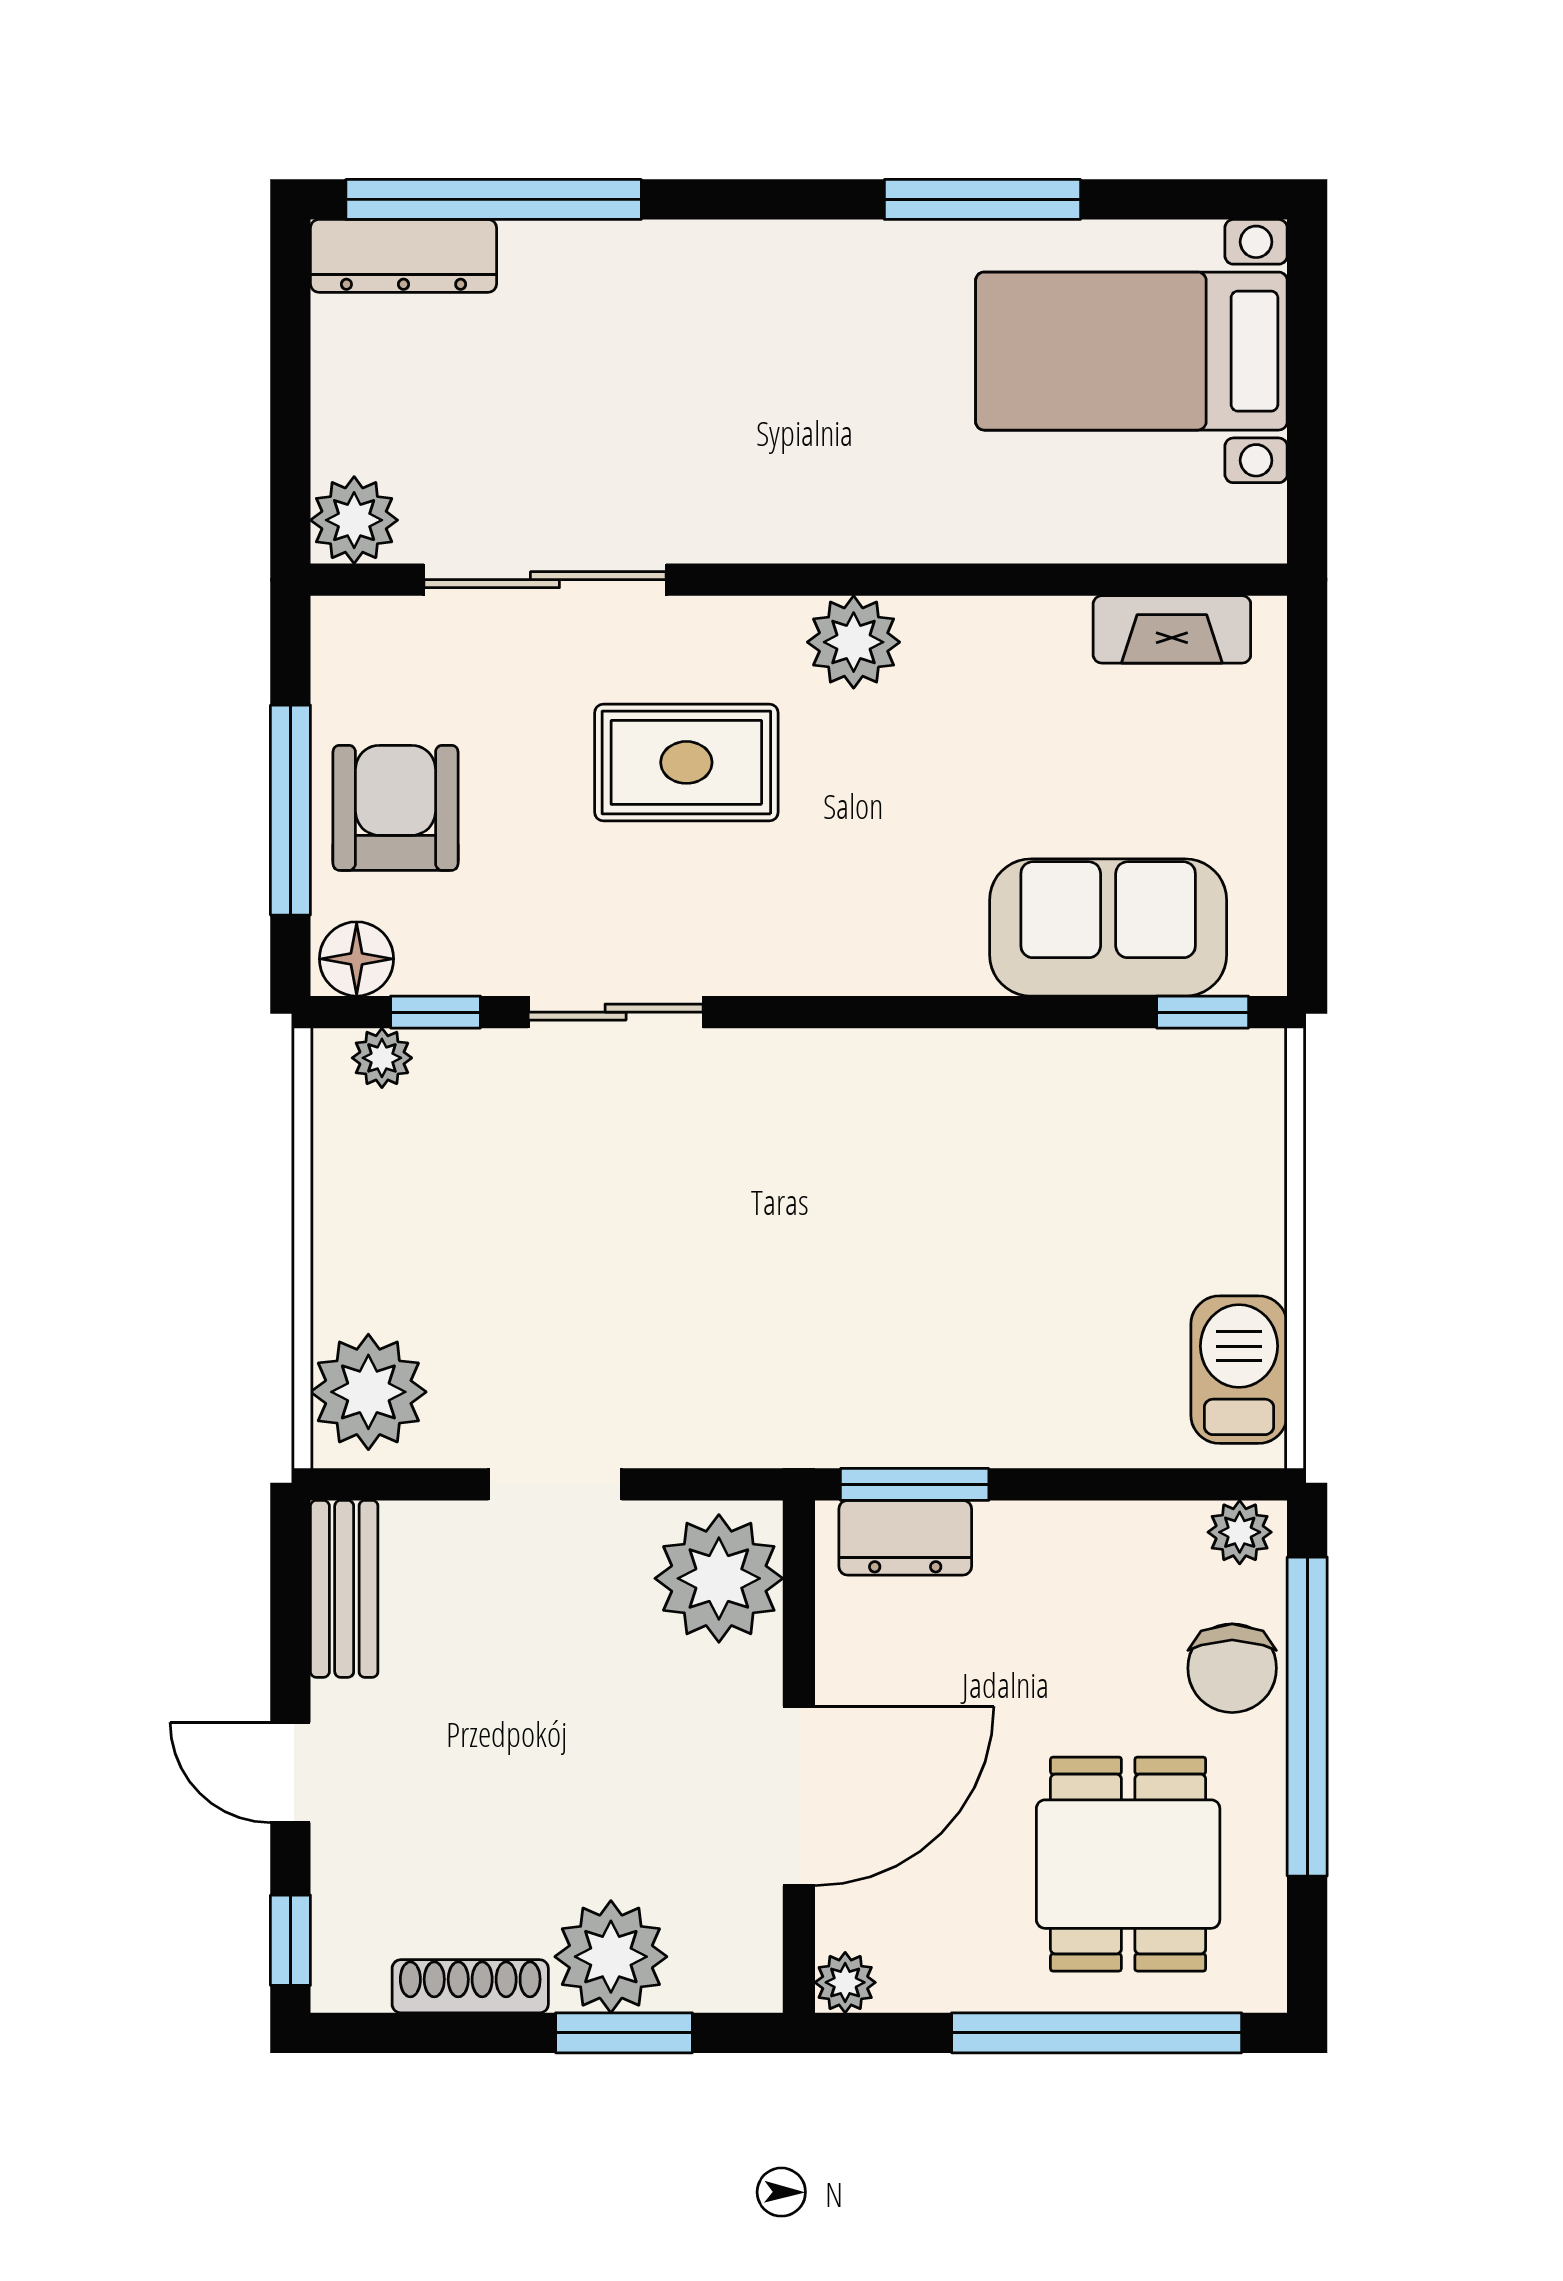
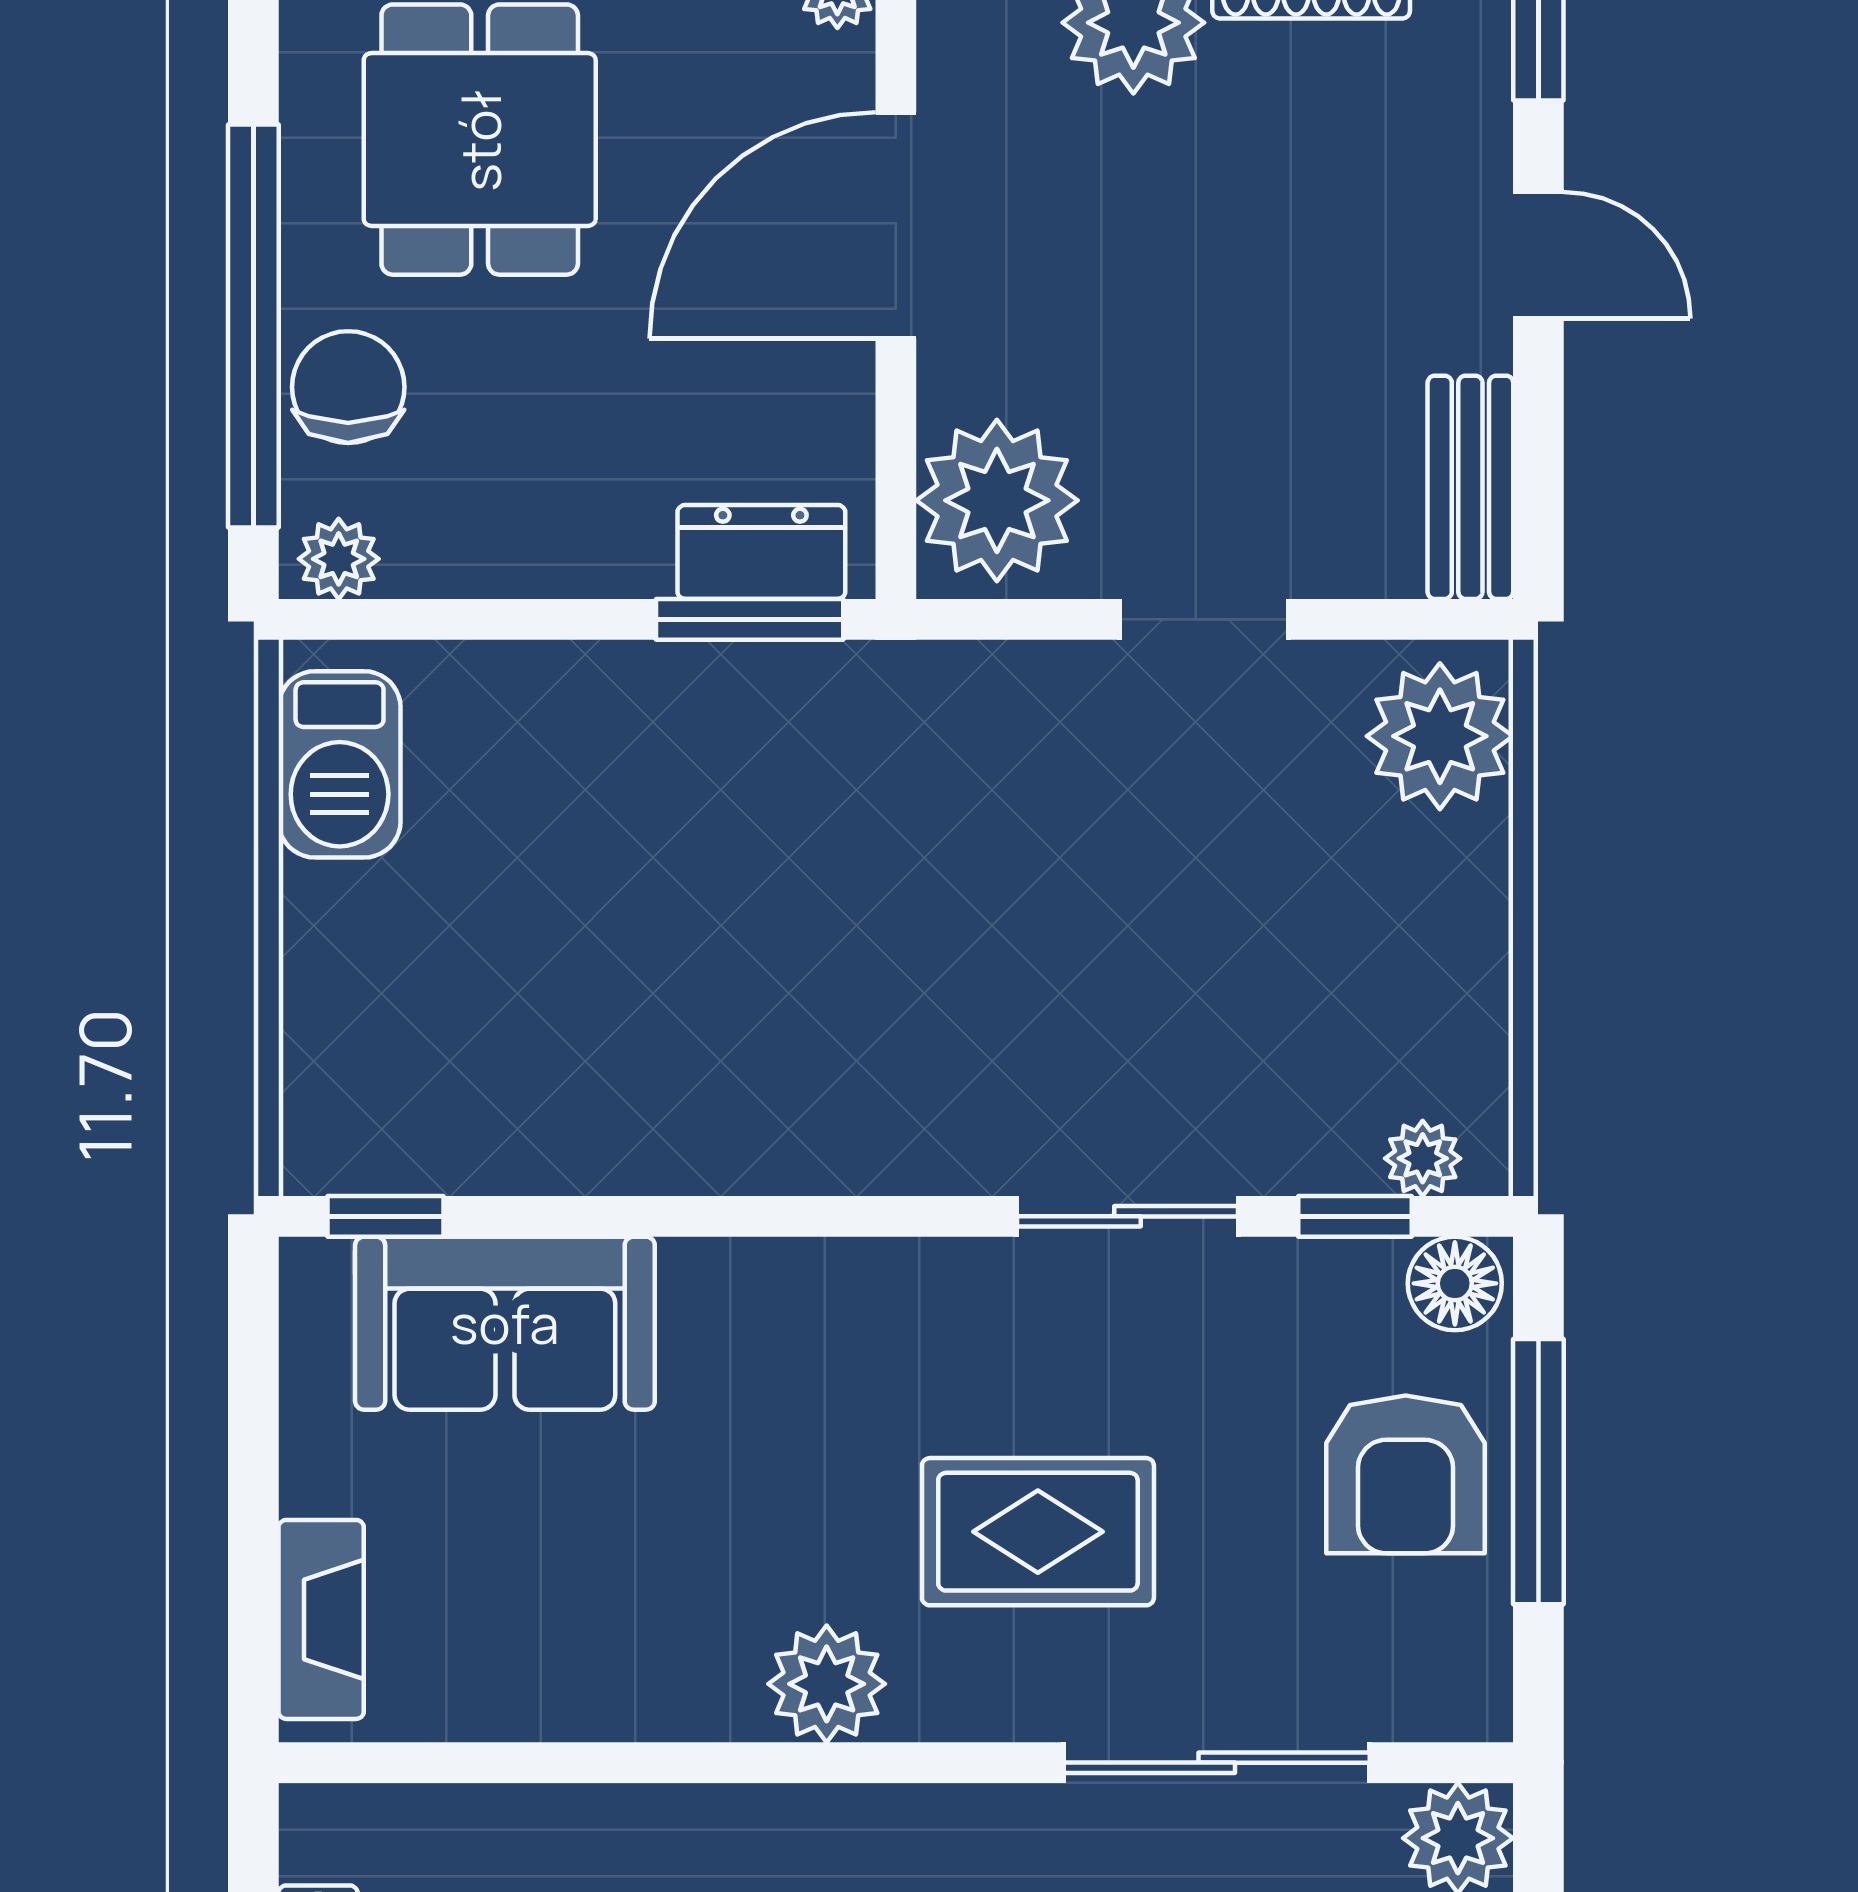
fireplace: (1172, 629) -> (321, 1619), moved, turned 90

